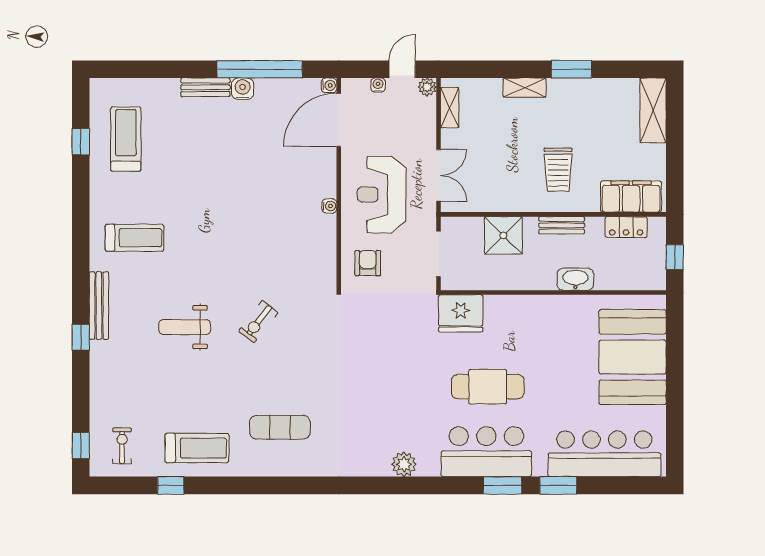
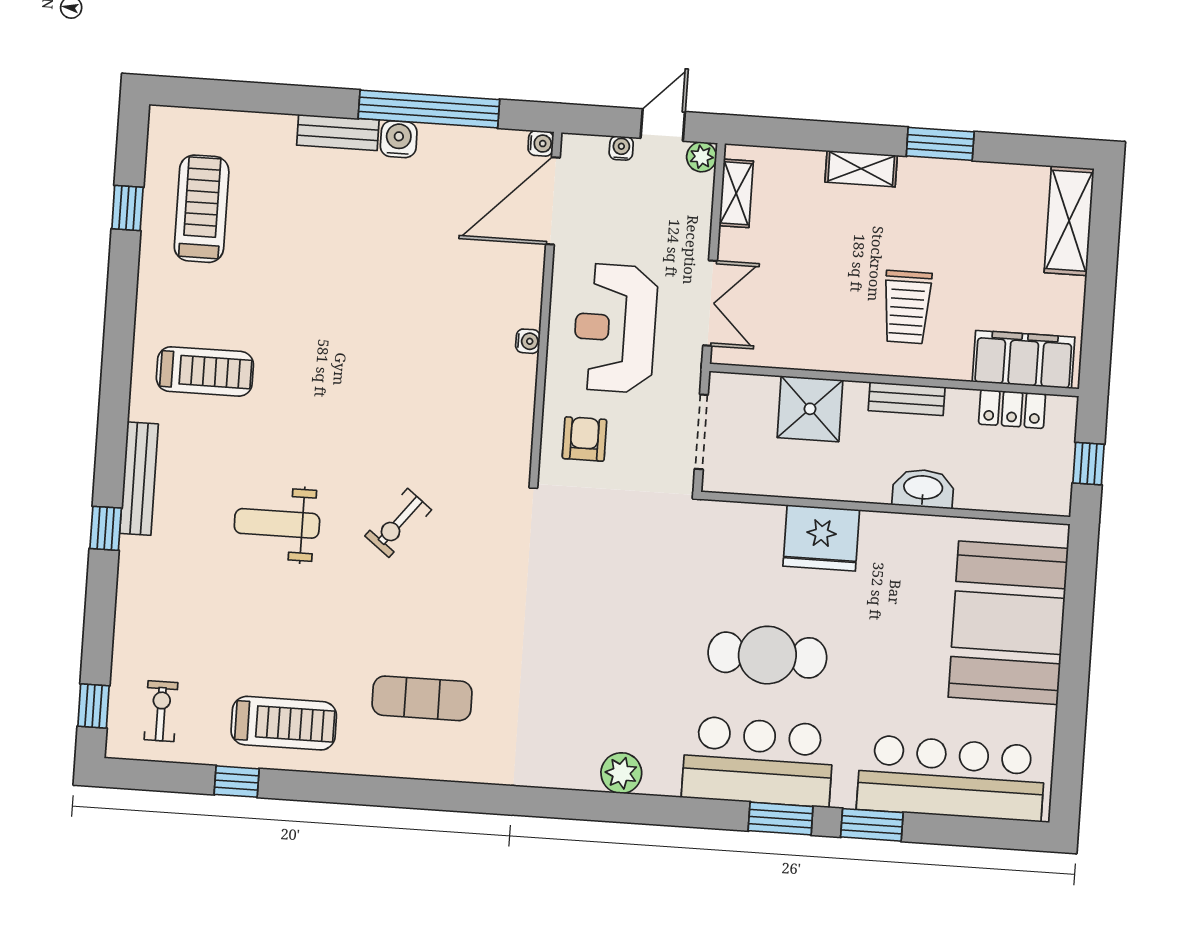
fridge: (461, 313) -> (821, 538), moved

